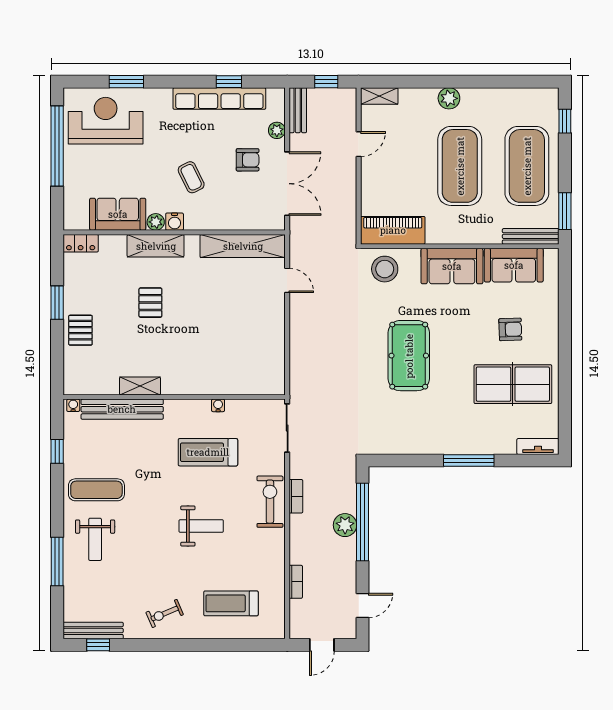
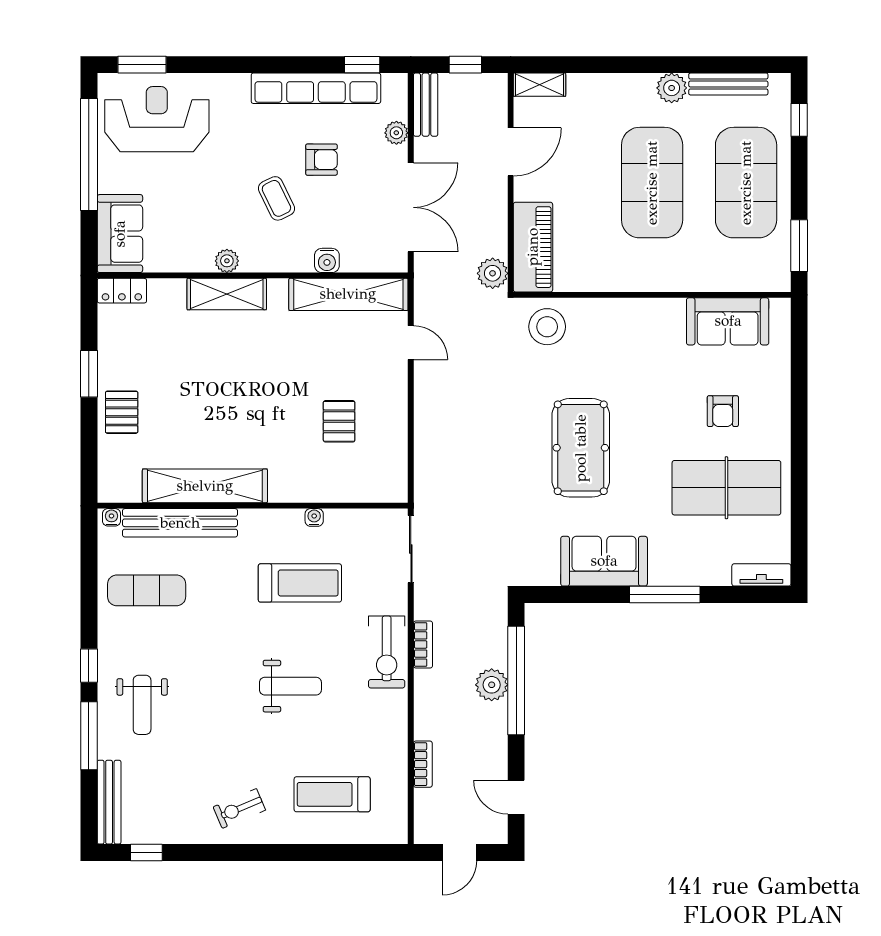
window: (126, 82) -> (142, 65), moved
window: (229, 82) -> (362, 65), moved
plant: (449, 98) -> (672, 88), moved
door: (359, 144) -> (511, 152), width x1.38
armchair: (248, 160) -> (321, 160), moved
sofa: (118, 214) -> (120, 234), moved, turned 90
water cooler: (175, 222) -> (327, 260), moved
piano: (393, 230) -> (533, 247), moved, turned 90
plant: (346, 231) -> (493, 273), added
bench: (531, 236) -> (728, 84), moved
sofa: (452, 266) -> (604, 561), moved, turned 180
pallet: (150, 303) -> (339, 421), moved
armchair: (510, 329) -> (723, 411), turned 92
shelving: (140, 386) -> (205, 486), width x2.20, depth x1.33
window: (57, 451) -> (89, 666), moved
treadmill: (208, 452) -> (300, 583), turned 180
exercise mat: (96, 490) -> (147, 590), moved
exercise bike: (270, 502) -> (387, 652), turned 180
door: (363, 605) -> (516, 797), swing flipped
bench: (93, 631) -> (109, 802), moved, turned 90

